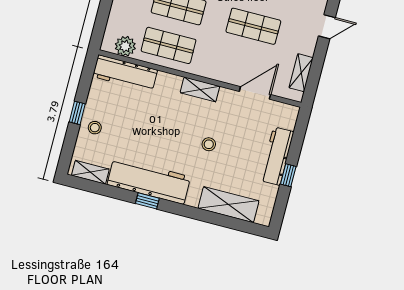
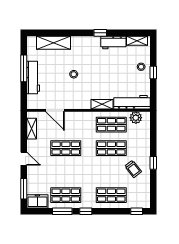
door: (327, 27) -> (24, 159), swing flipped
shelving: (200, 89) -> (102, 104), moved
door: (255, 93) -> (55, 110), hinge flipped
window: (288, 175) -> (24, 68), width x2.17
workbench: (149, 181) -> (113, 42), width x0.53, depth x0.76

